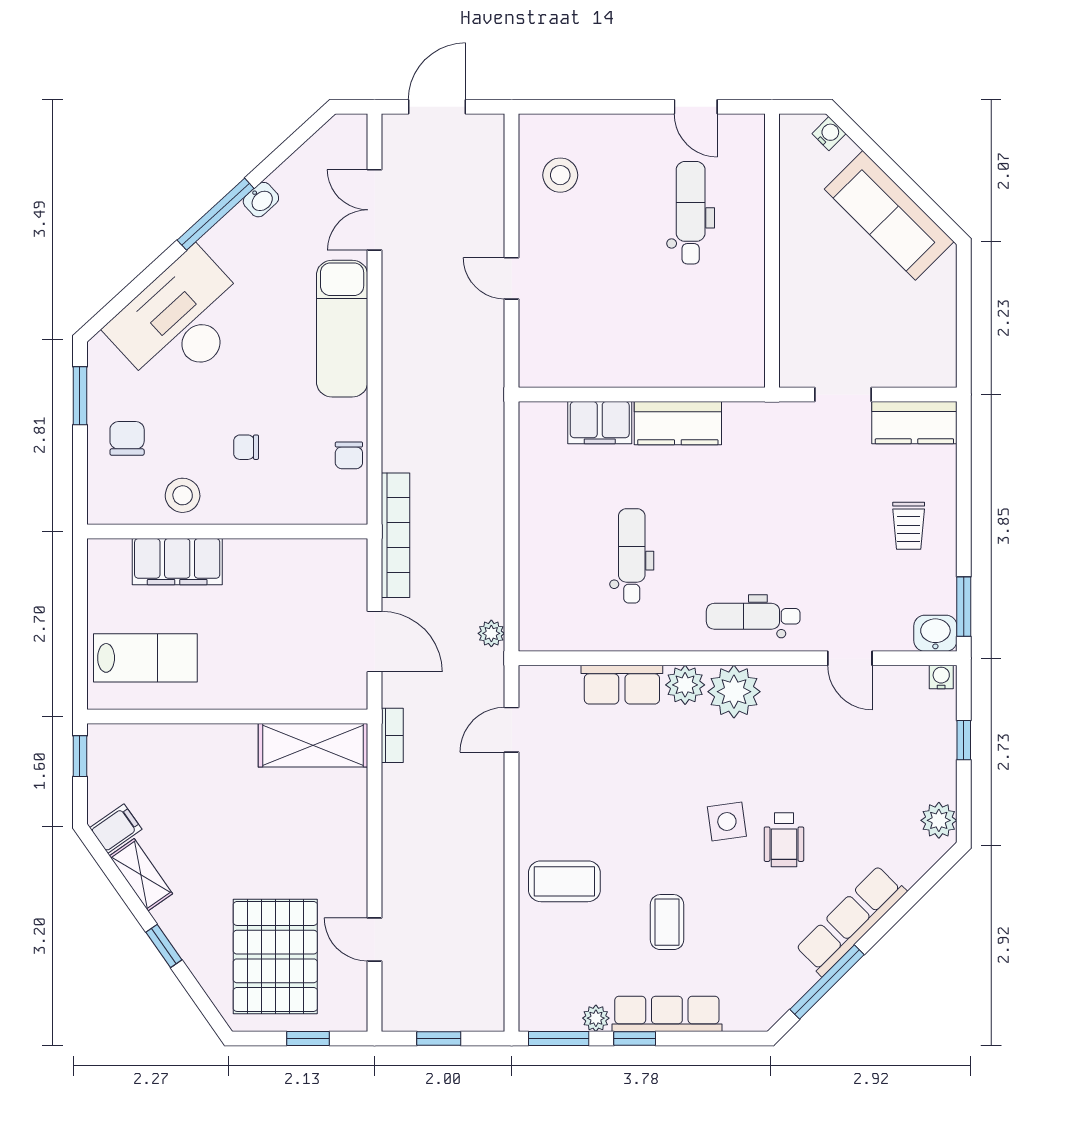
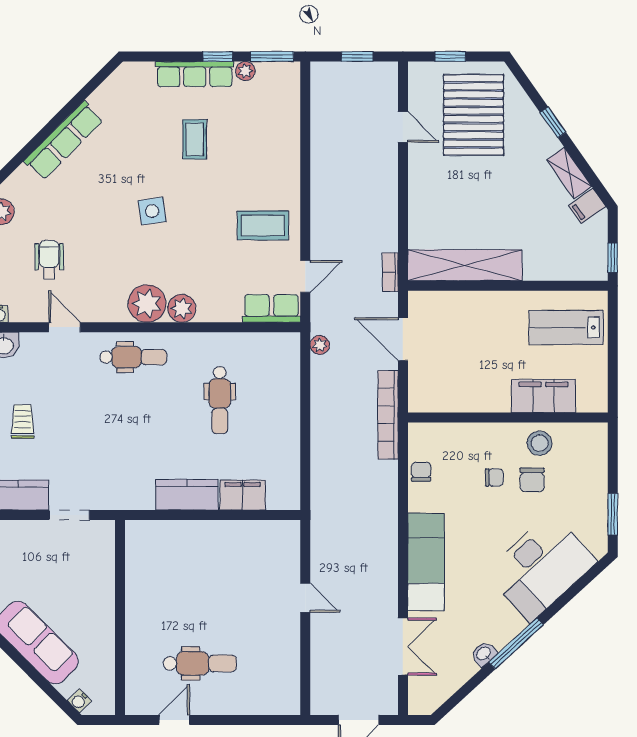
door: (696, 107) -> (174, 720), hinge flipped
stool: (560, 175) -> (271, 671), removed
dental chair: (691, 213) -> (200, 663), moved, turned -90
chair: (127, 438) -> (532, 480), moved
row of seats: (622, 685) -> (271, 308), moved
shelving: (313, 745) -> (465, 265), width x1.47
wheelchair: (784, 840) -> (49, 260), moved
coffee table: (564, 881) -> (263, 225), moved
window: (827, 982) -> (81, 97), removed

